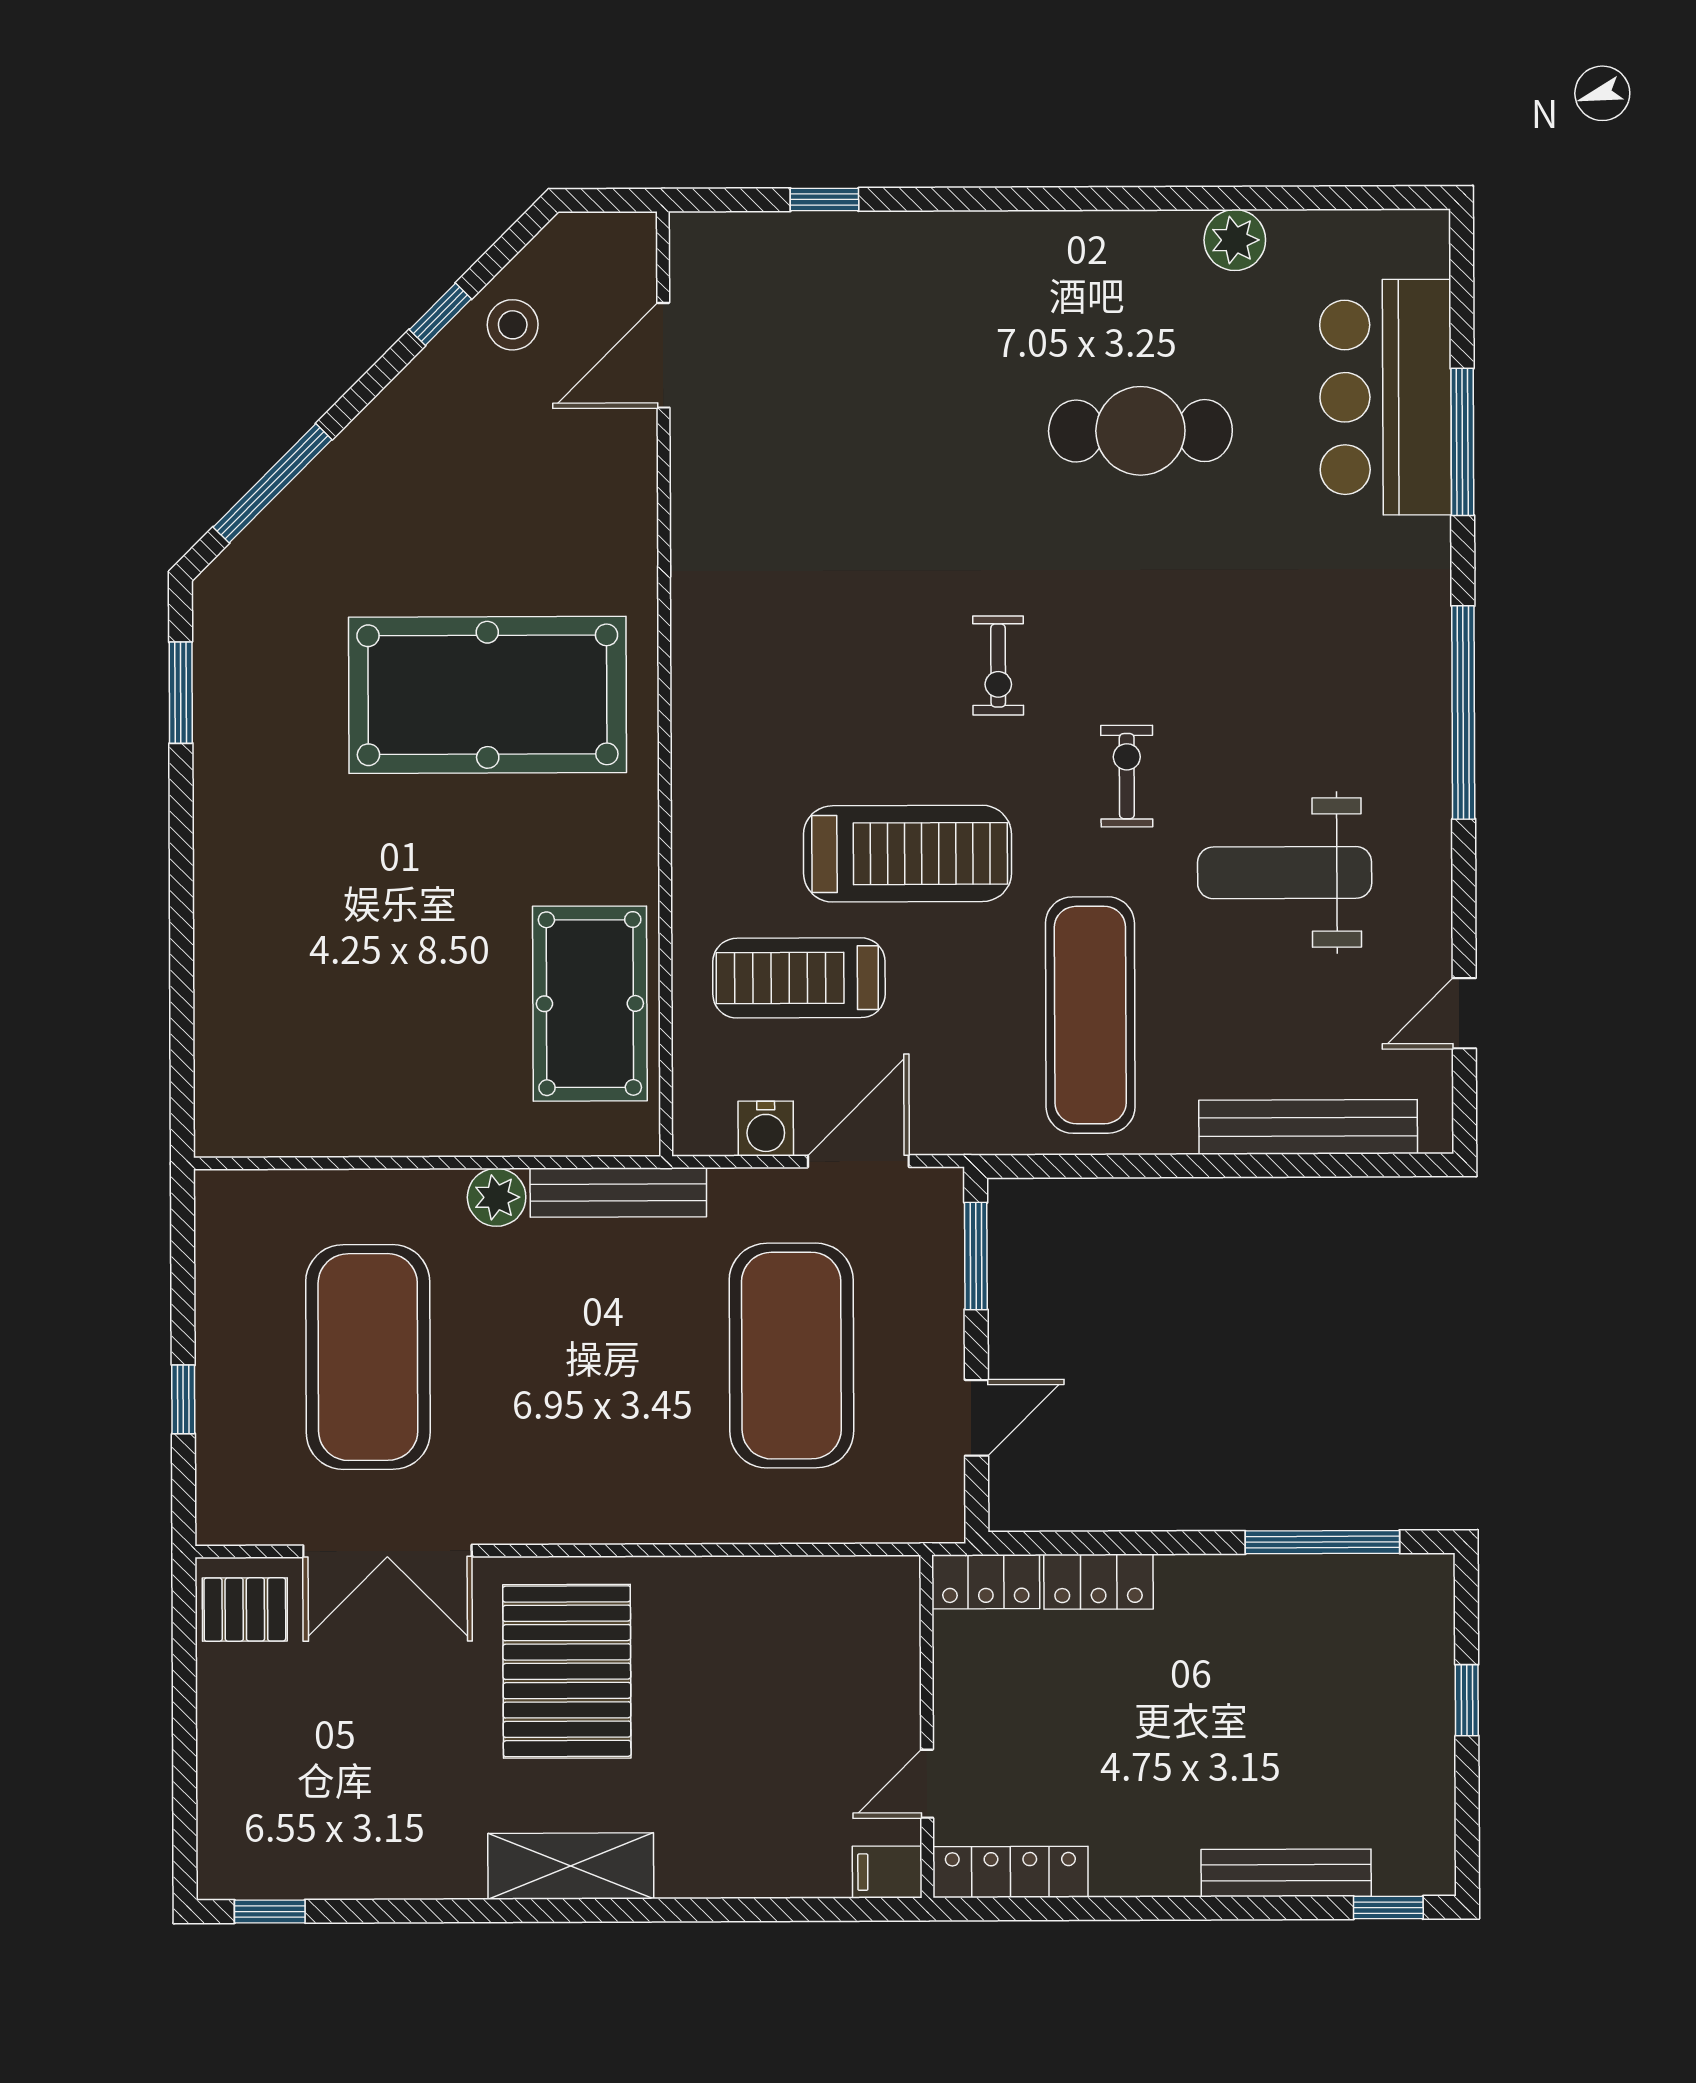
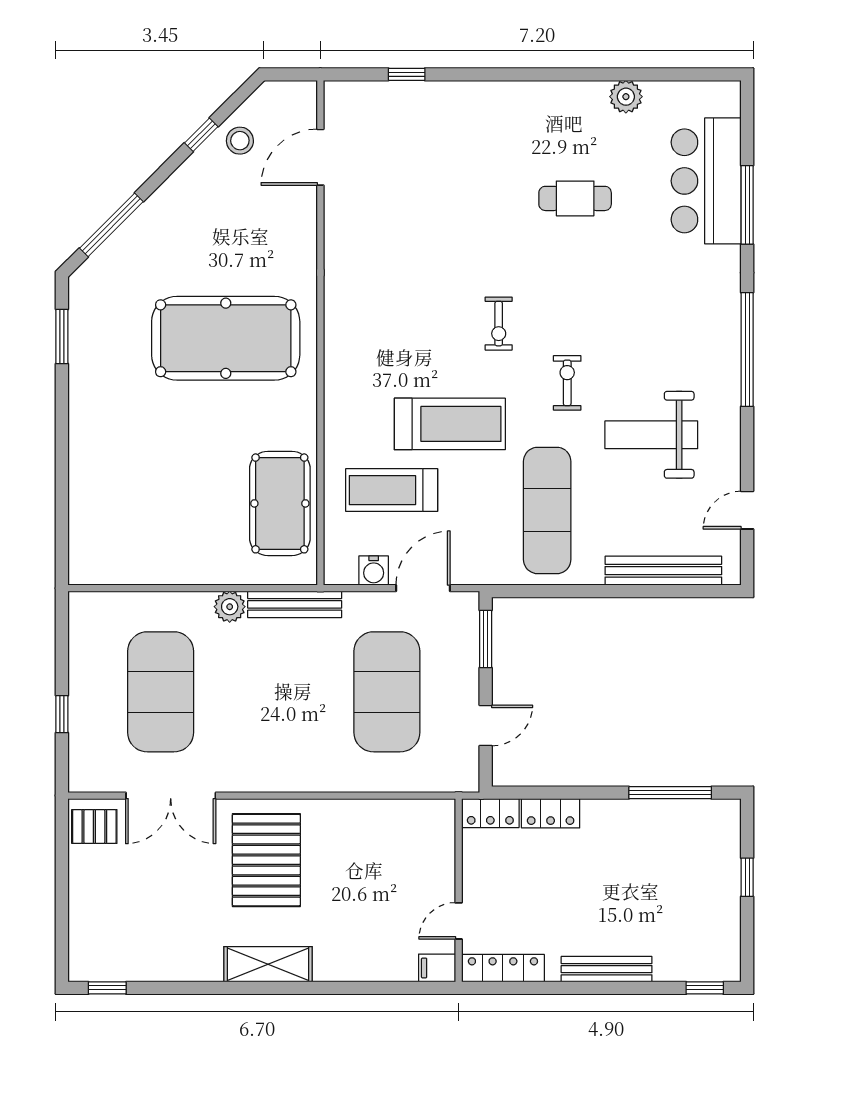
cafe table: (1140, 431) -> (575, 198), width x0.73, depth x0.74
bench: (1286, 1873) -> (607, 969), moved

